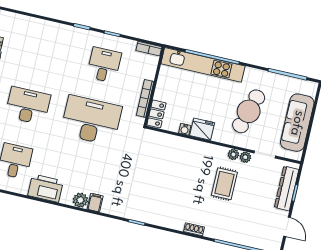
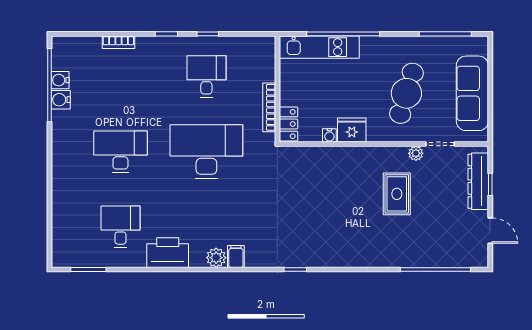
bookcase: (149, 49) -> (118, 42), moved
kitchen unit: (203, 65) -> (319, 47), width x0.73
plant: (233, 154) -> (400, 153), removed
shoe rack: (194, 229) -> (371, 261), removed

